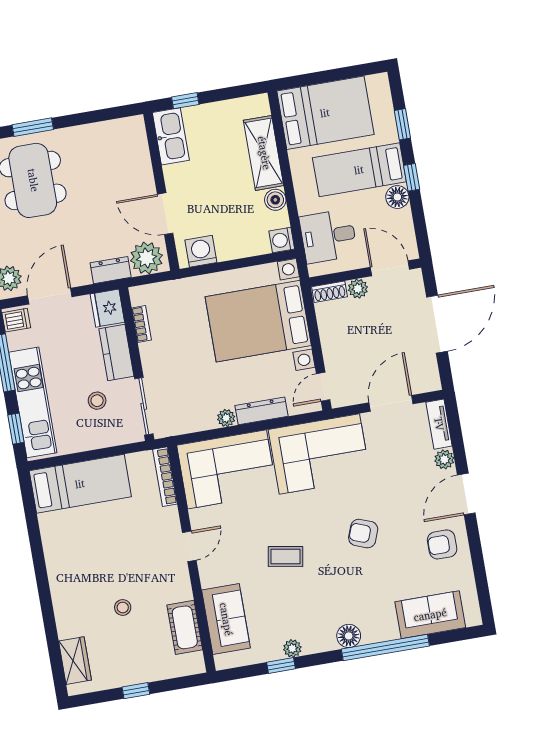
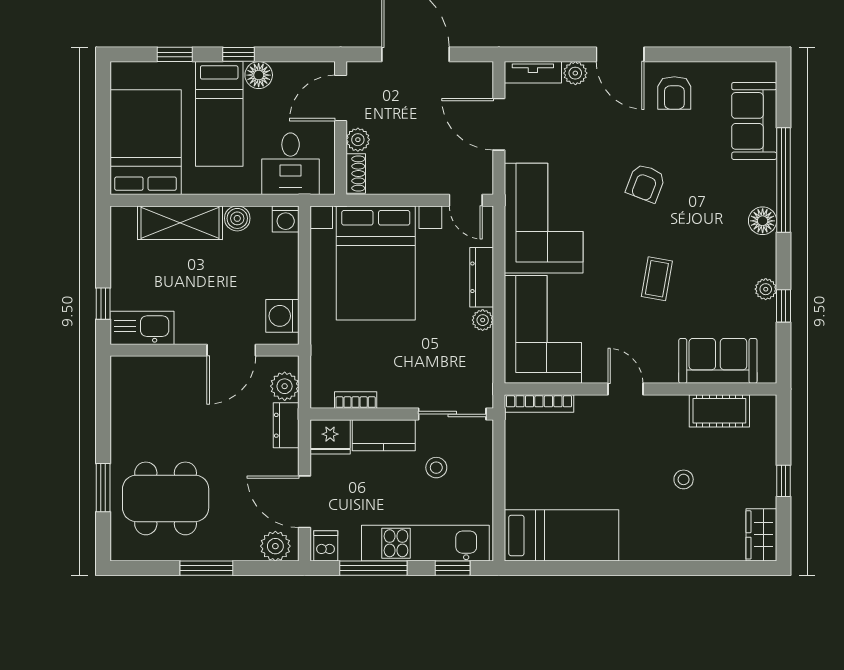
plant: (146, 258) -> (285, 386), width x0.73, depth x0.73
bed: (80, 484) -> (562, 535), moved, turned 90
wardrobe: (75, 661) -> (761, 535), moved, turned -90

